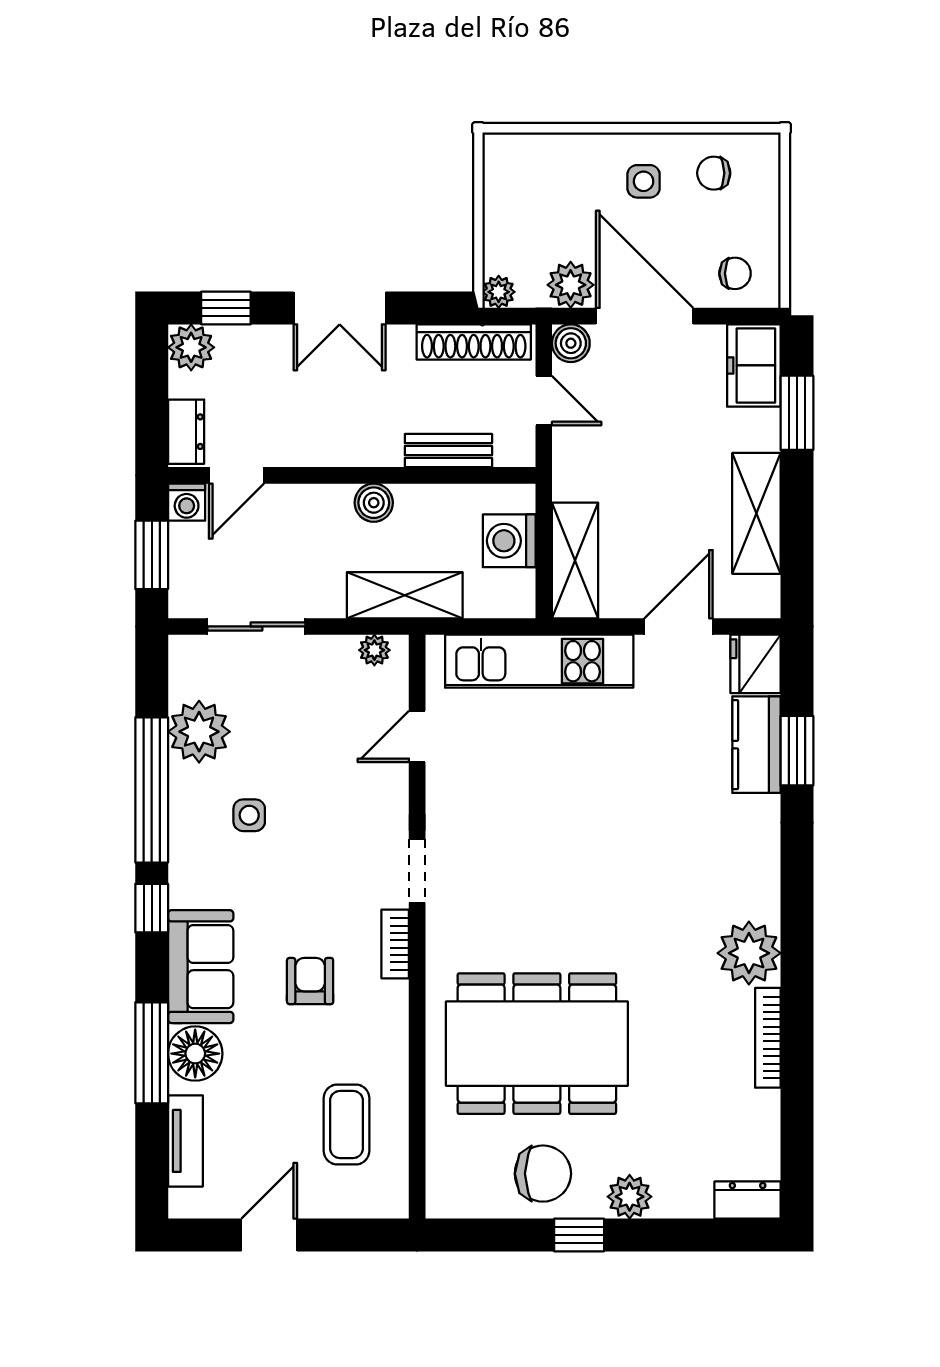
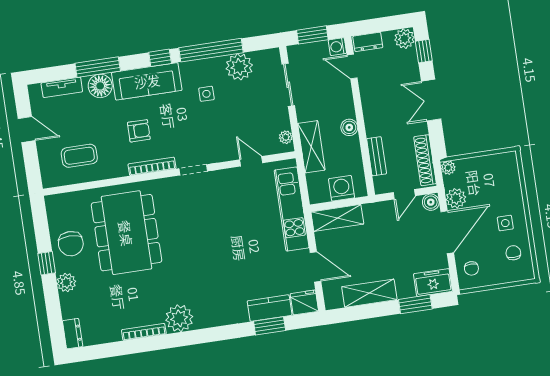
bookcase: (395, 944) -> (152, 166), width x1.56
sofa: (201, 967) -> (147, 81), width x1.36

